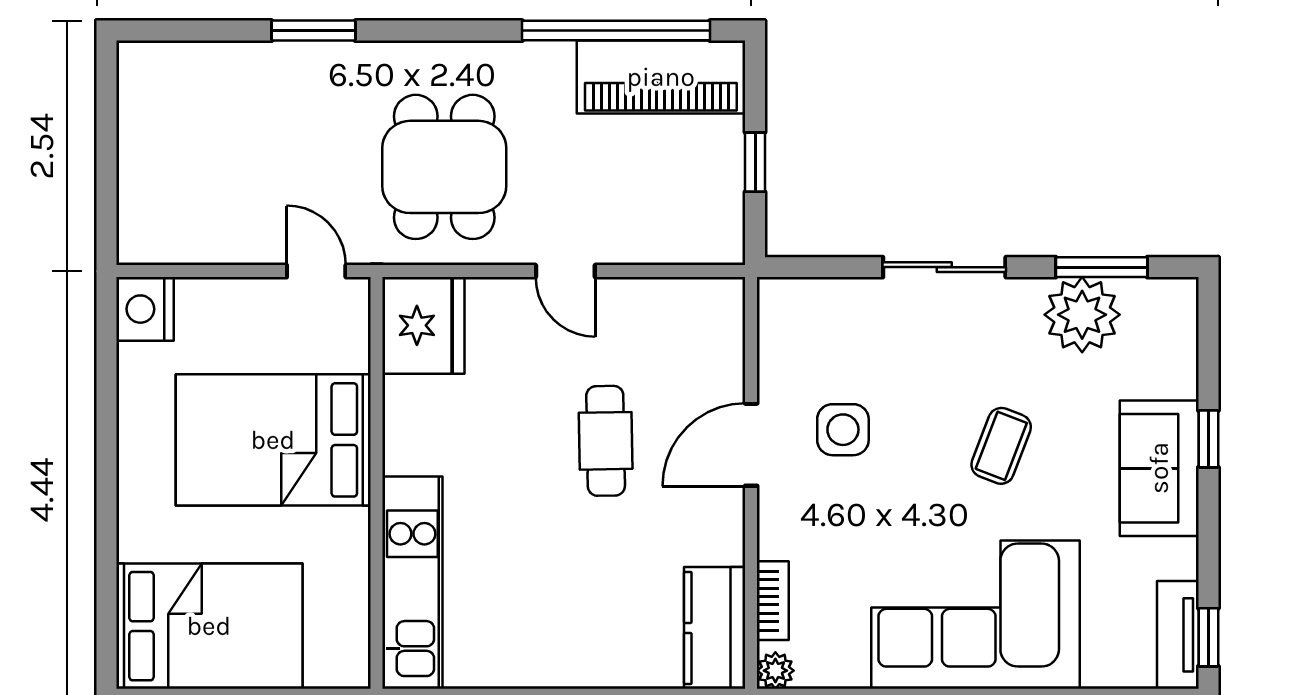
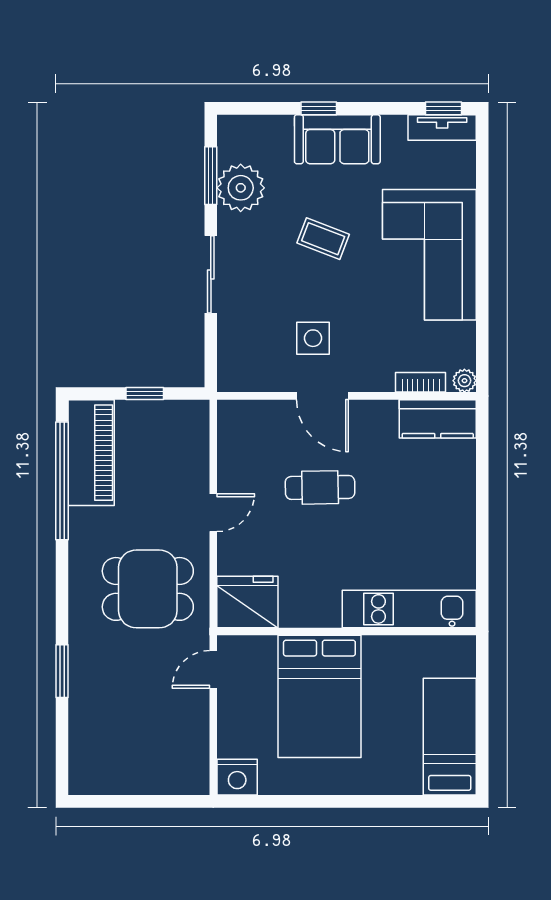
bed: (209, 626) -> (450, 737), width x0.67

